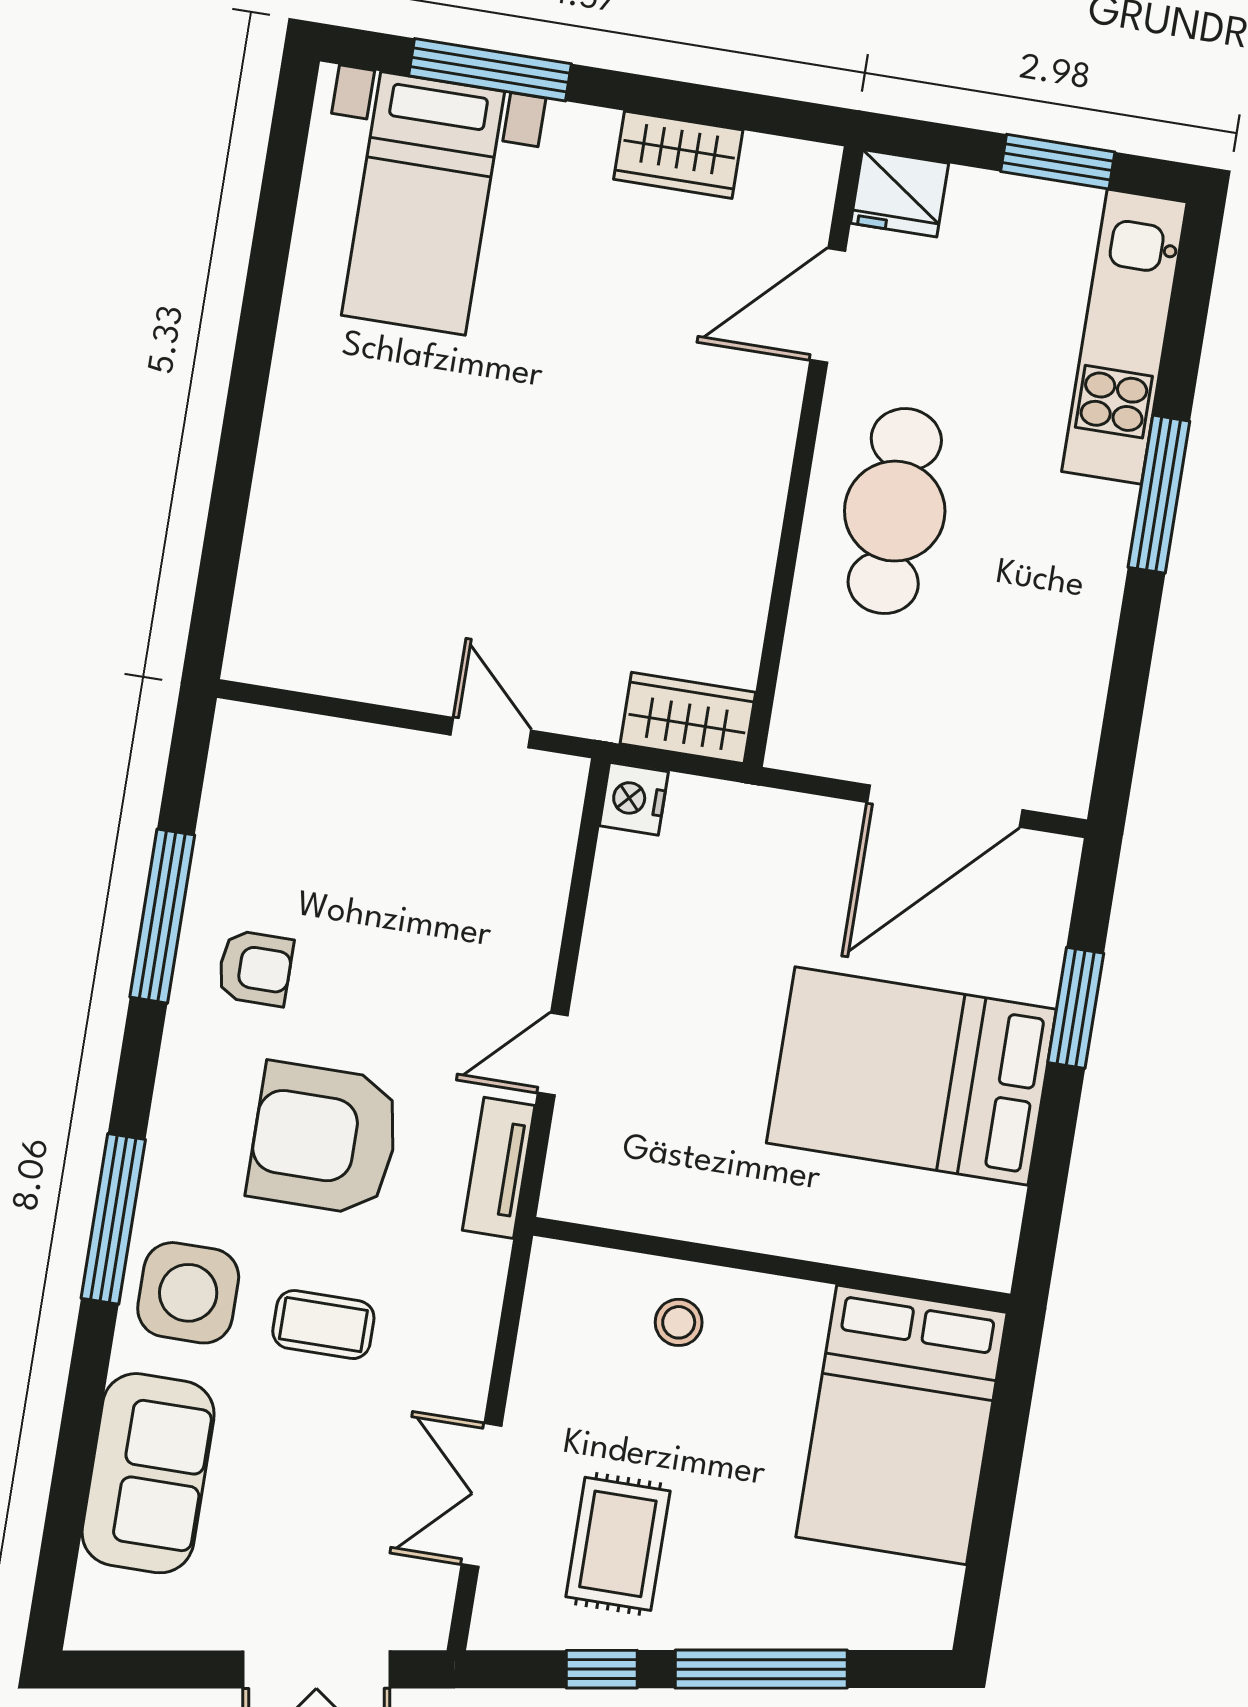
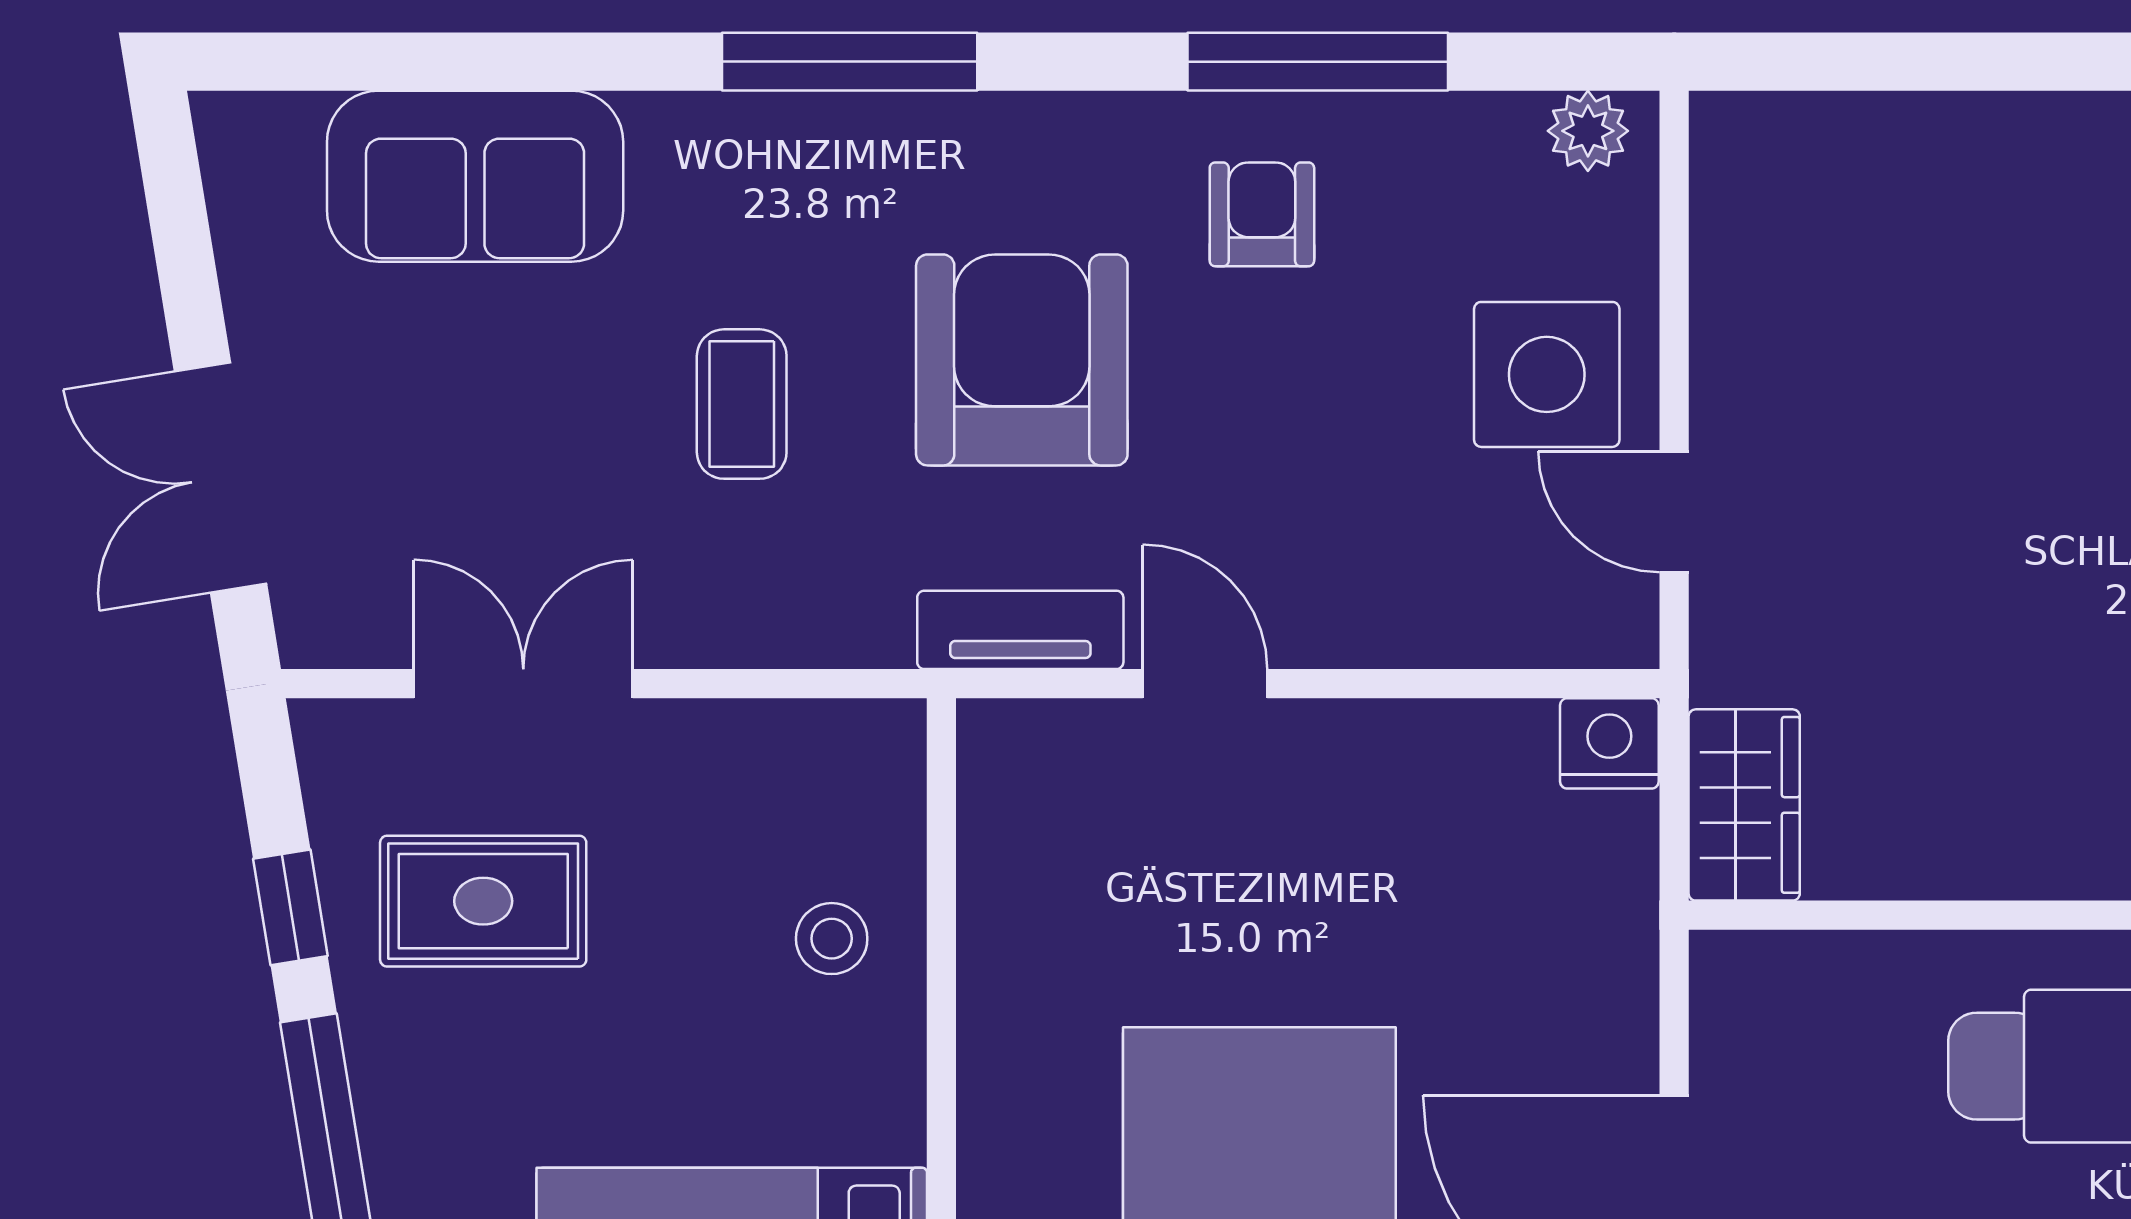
door: (491, 733) -> (1674, 512), swing flipped
plant: (235, 748) -> (1588, 131), added
armchair: (255, 968) -> (1262, 214), turned 180
side table: (188, 1293) -> (1547, 374), moved

